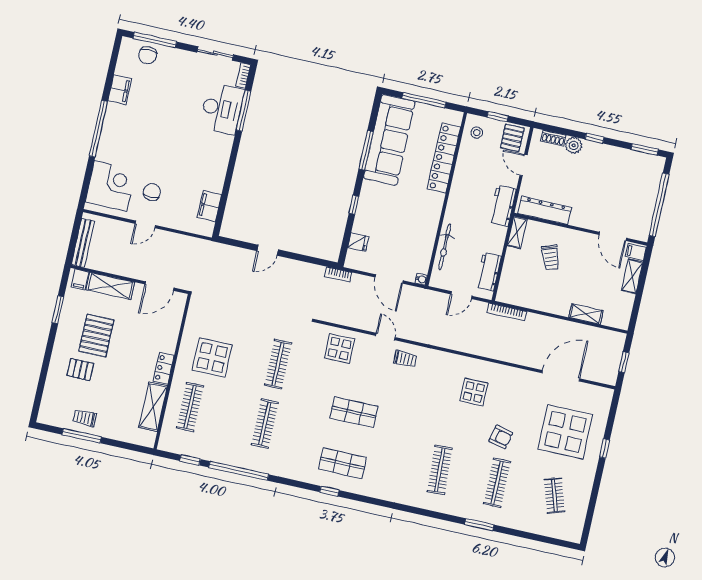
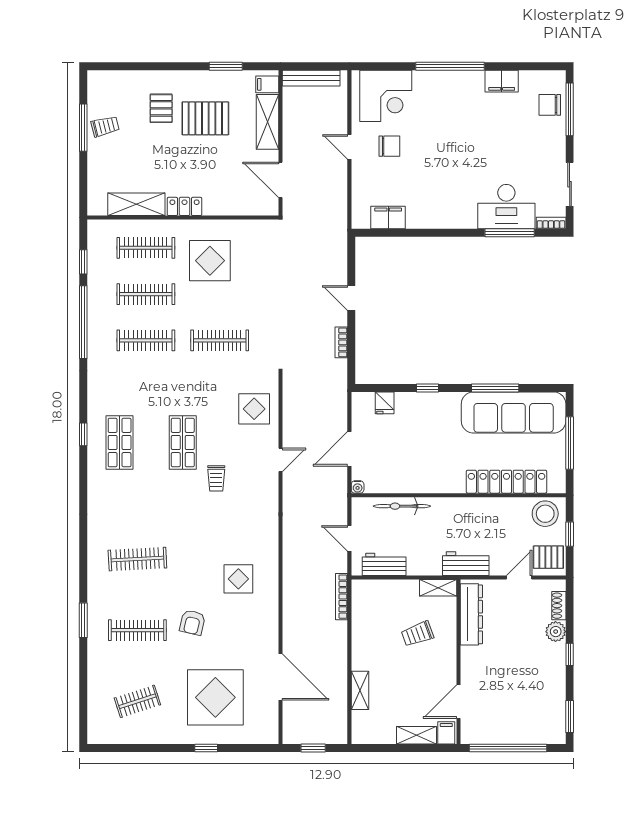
stool: (477, 133) -> (545, 514), width x1.89, depth x1.89
bookcase: (338, 274) -> (341, 342), moved
trolley: (405, 359) -> (216, 478), moved
clothes rail: (227, 415) -> (146, 294), added
trolley: (85, 418) -> (105, 126), turned 76

